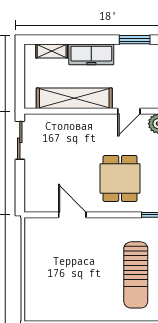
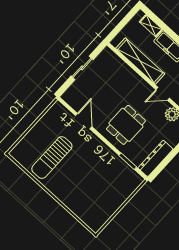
sliding door: (20, 140) -> (82, 68), moved
sun lounger: (136, 275) -> (52, 158), moved

